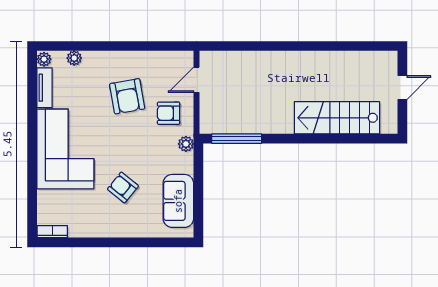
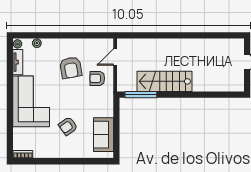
stairs: (337, 118) -> (164, 81), moved
plant: (186, 144) -> (108, 98), removed
armchair: (123, 187) -> (68, 126), turned -74

